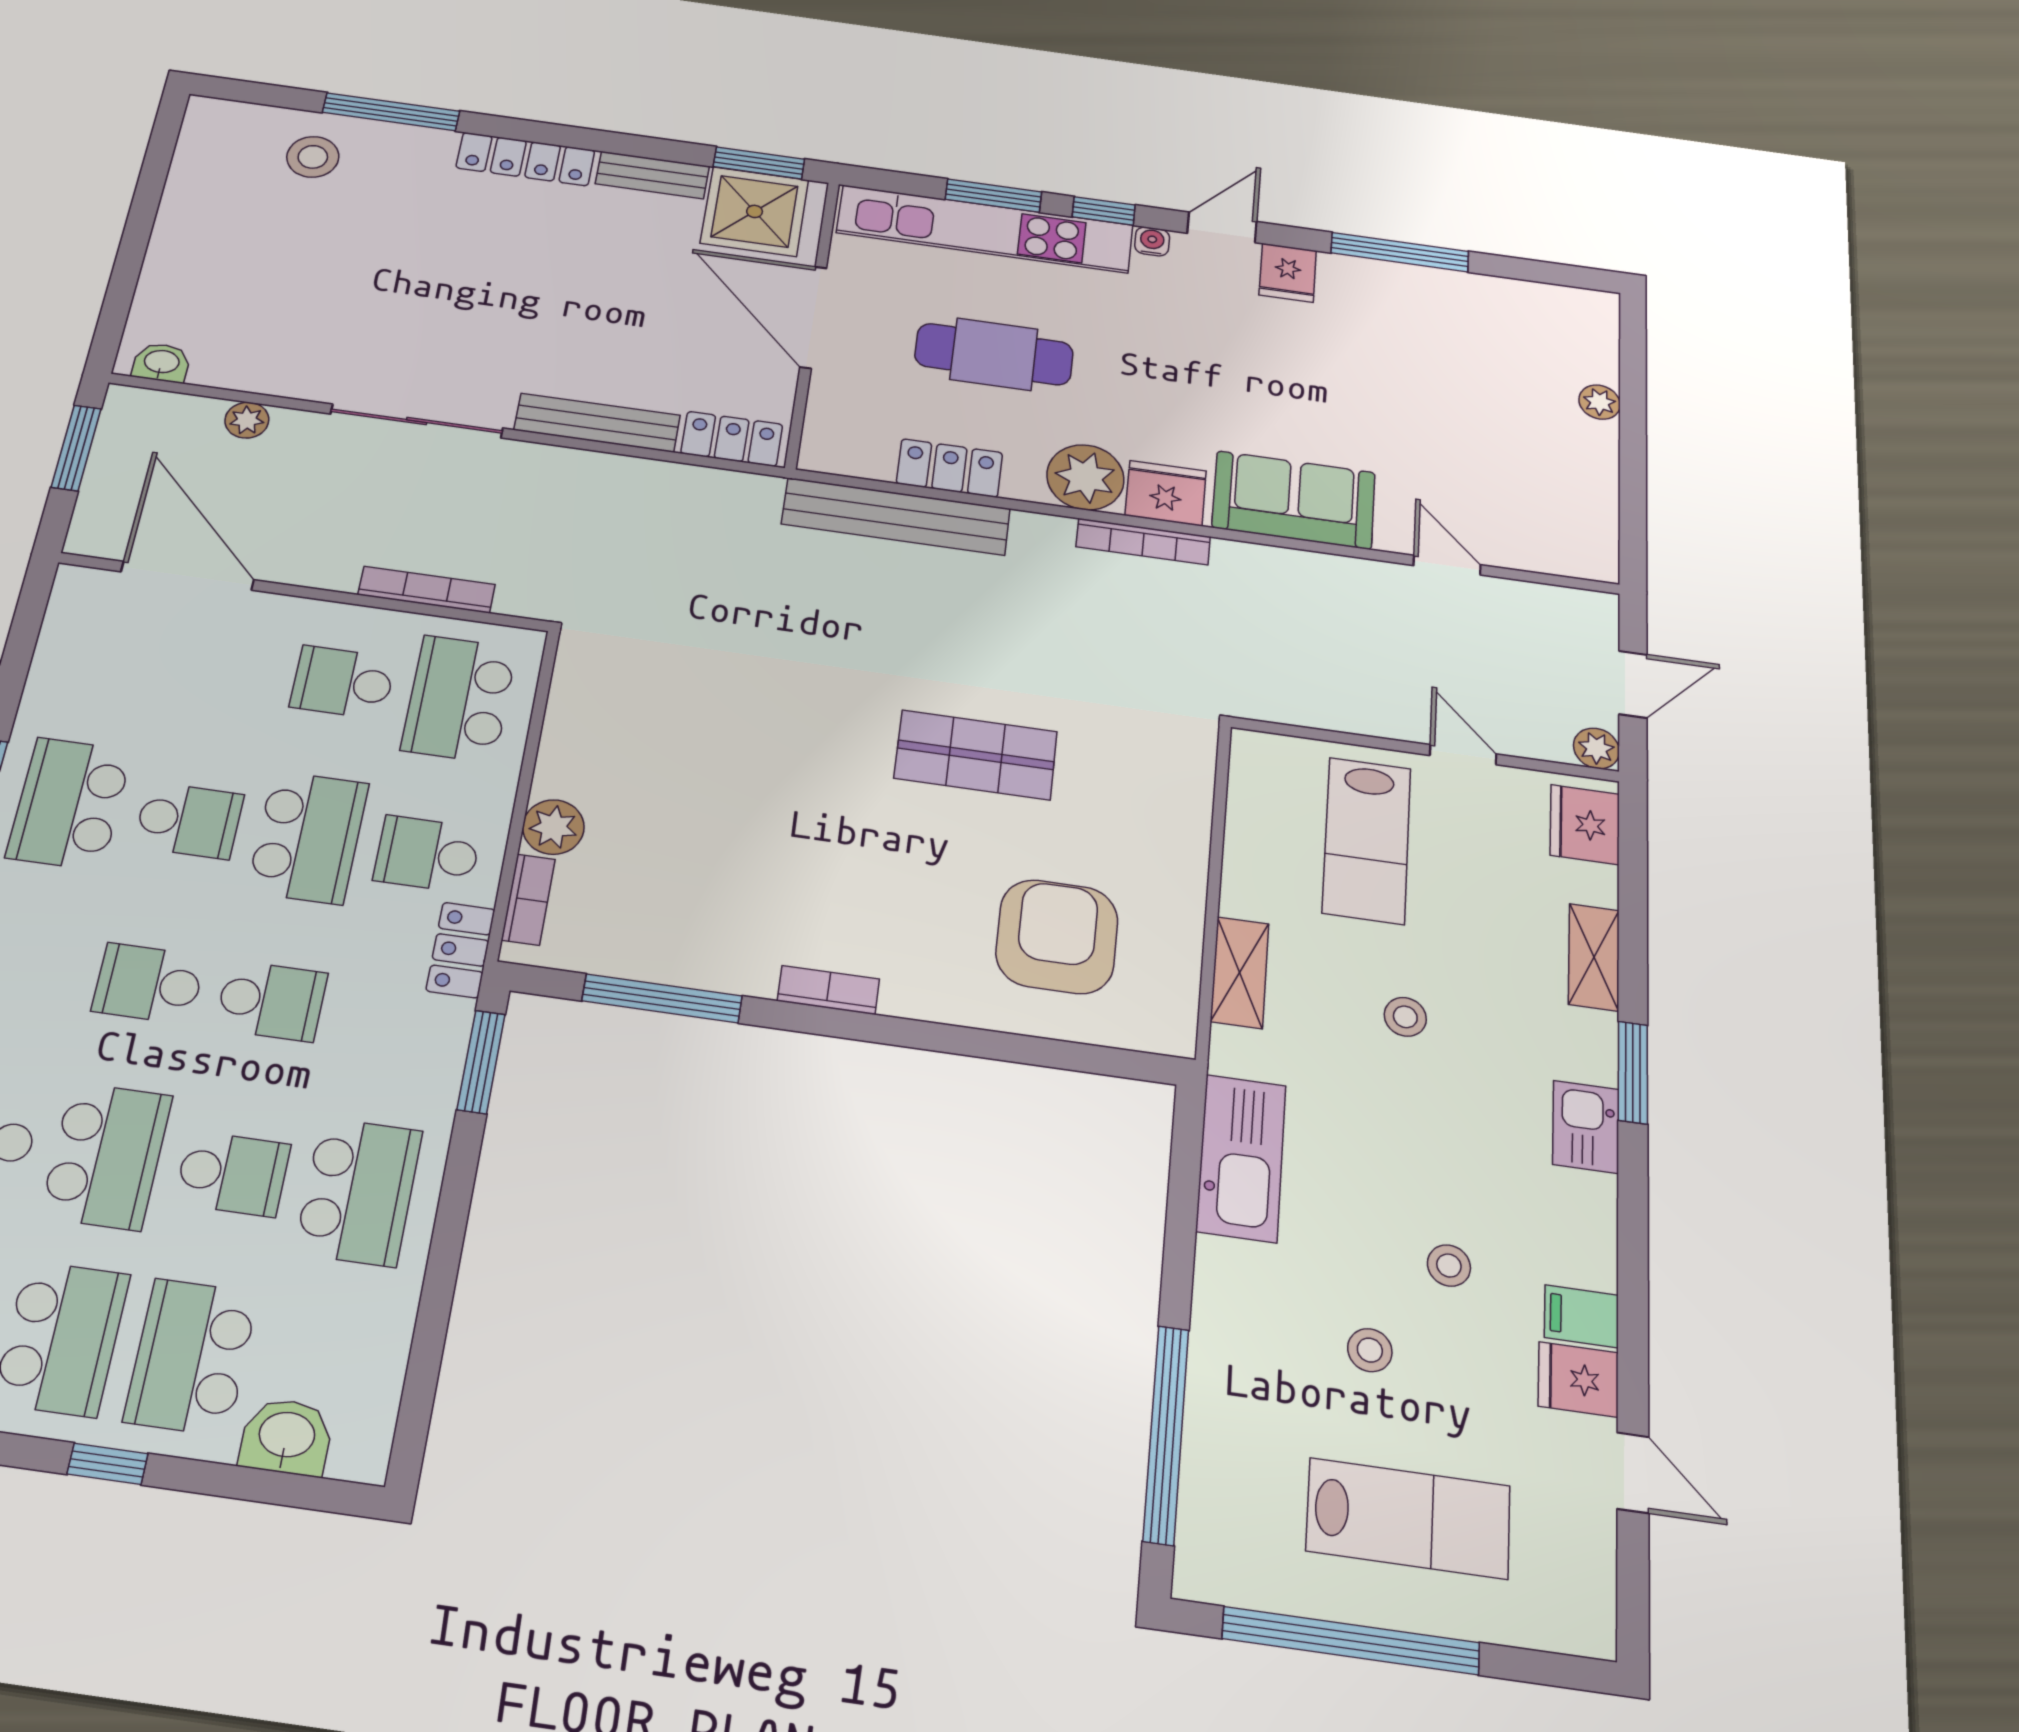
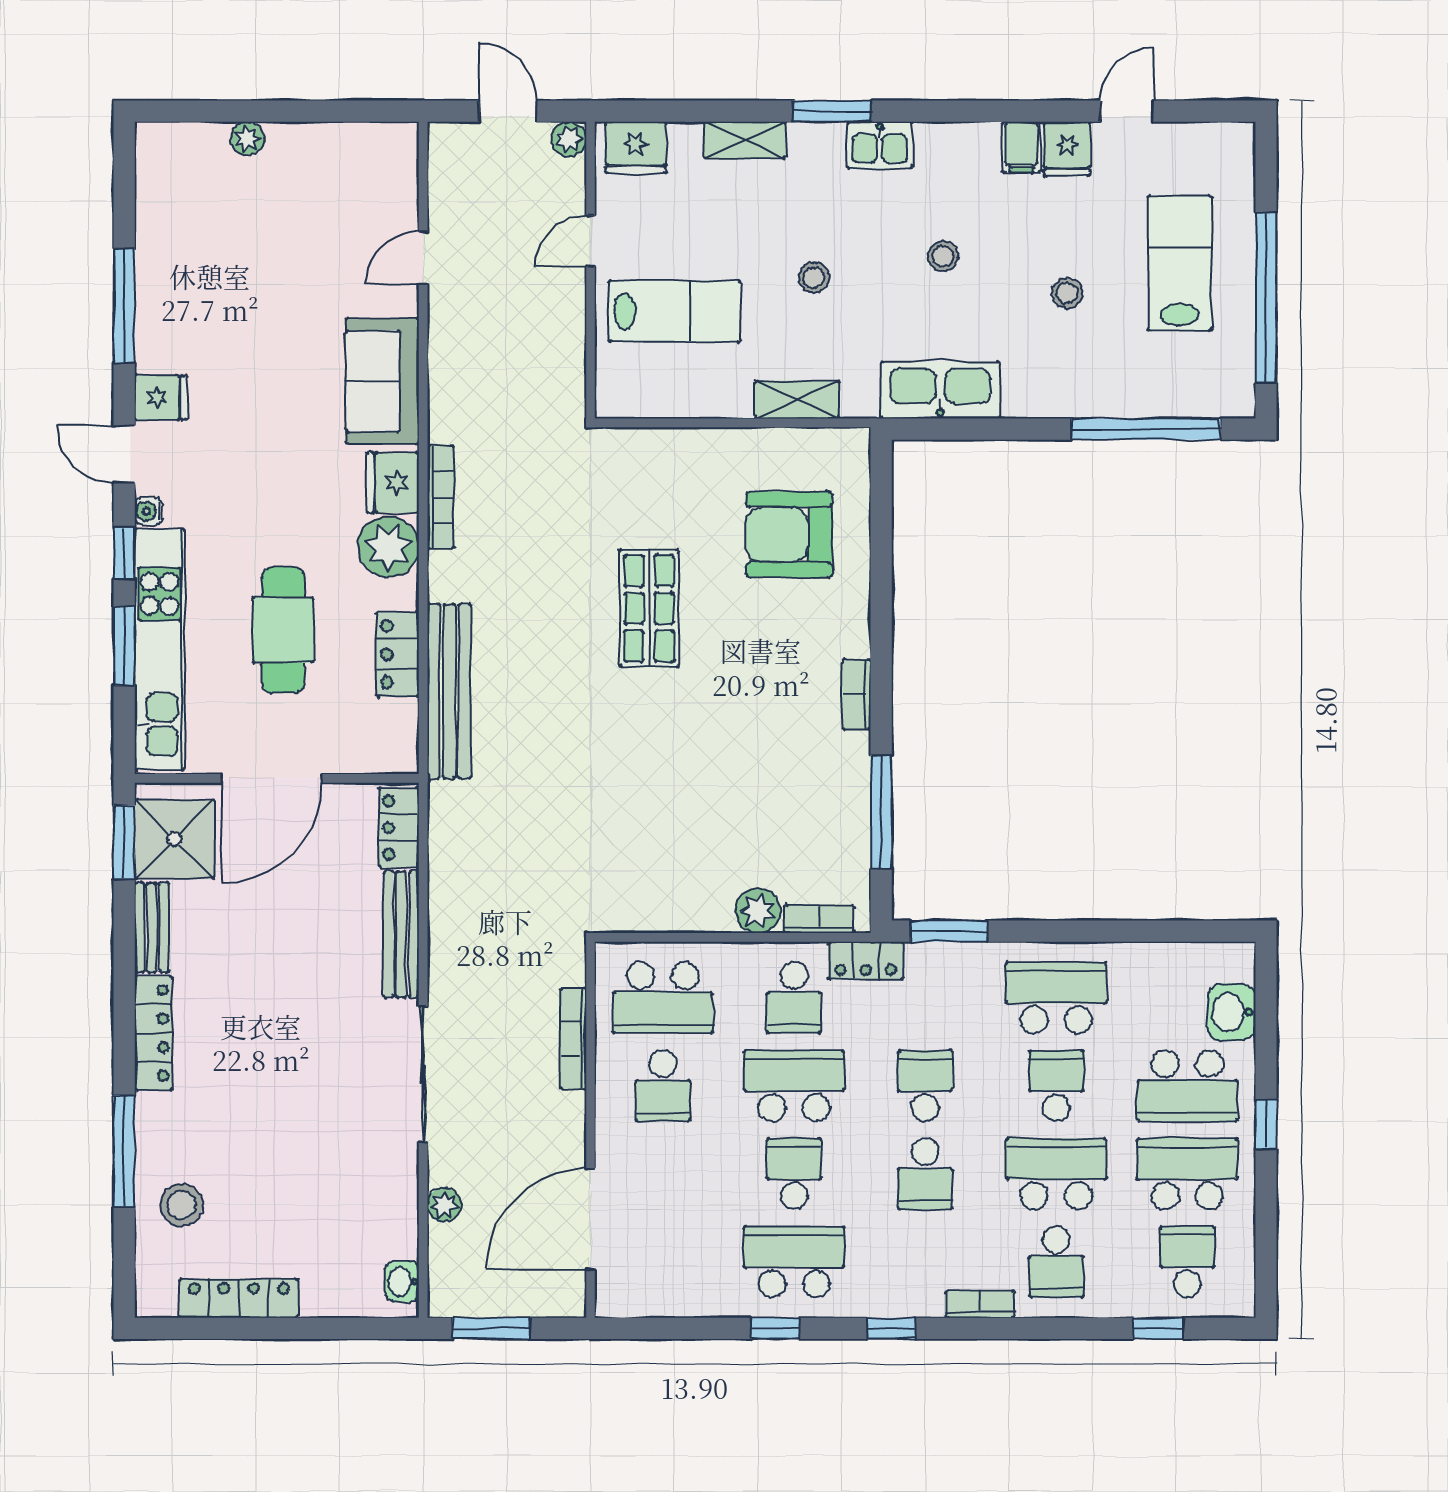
locker: (185, 196) -> (239, 1298), added
school desk: (69, 804) -> (794, 1262), turned 180
stool: (1449, 1266) -> (943, 256), moved

